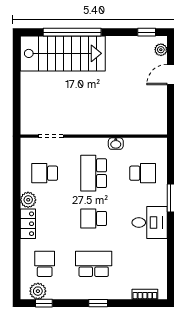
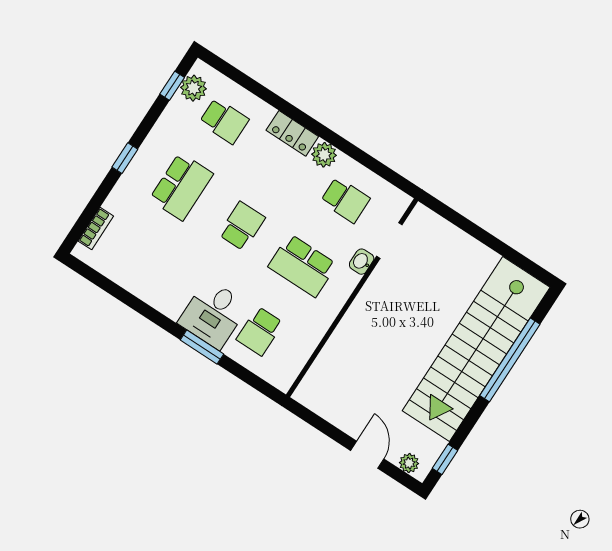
stairs: (63, 53) -> (476, 349), width x1.36
washbasin: (116, 144) -> (362, 262), moved
school desk: (45, 173) -> (345, 200), turned 90
school desk: (94, 173) -> (302, 266), turned 180
desk: (150, 223) -> (213, 314), moved

